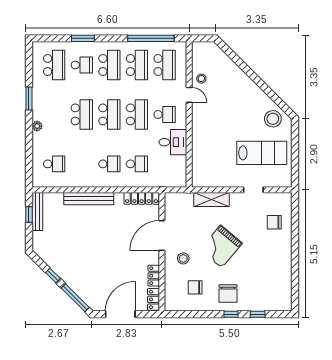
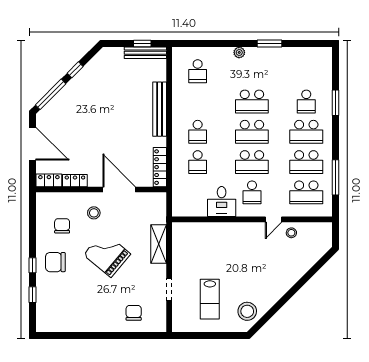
window: (151, 38) -> (335, 177), width x0.68
school desk: (54, 65) -> (306, 71), removed
lab bench: (262, 153) -> (210, 299), width x0.73, depth x0.72

